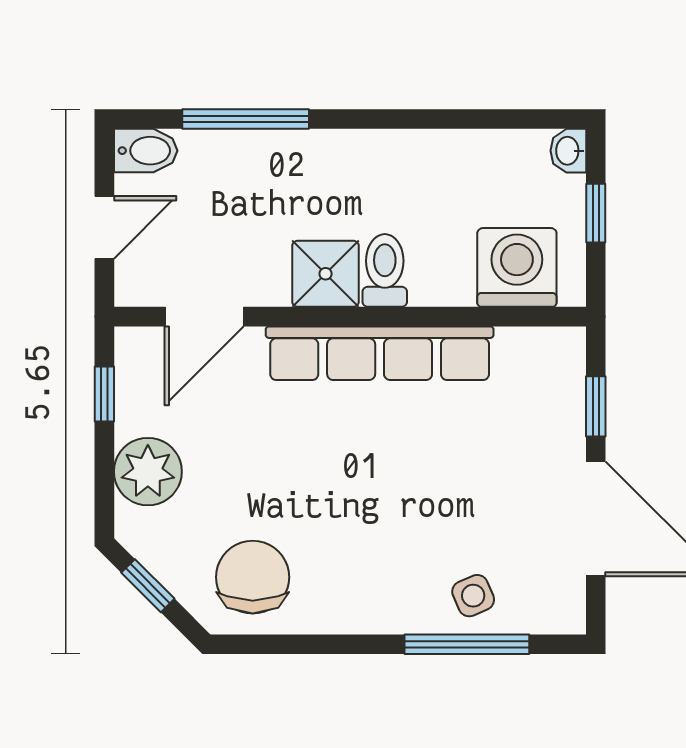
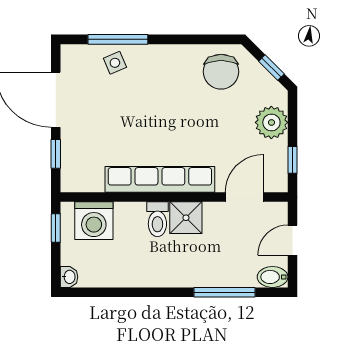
window: (596, 213) -> (56, 228), moved

